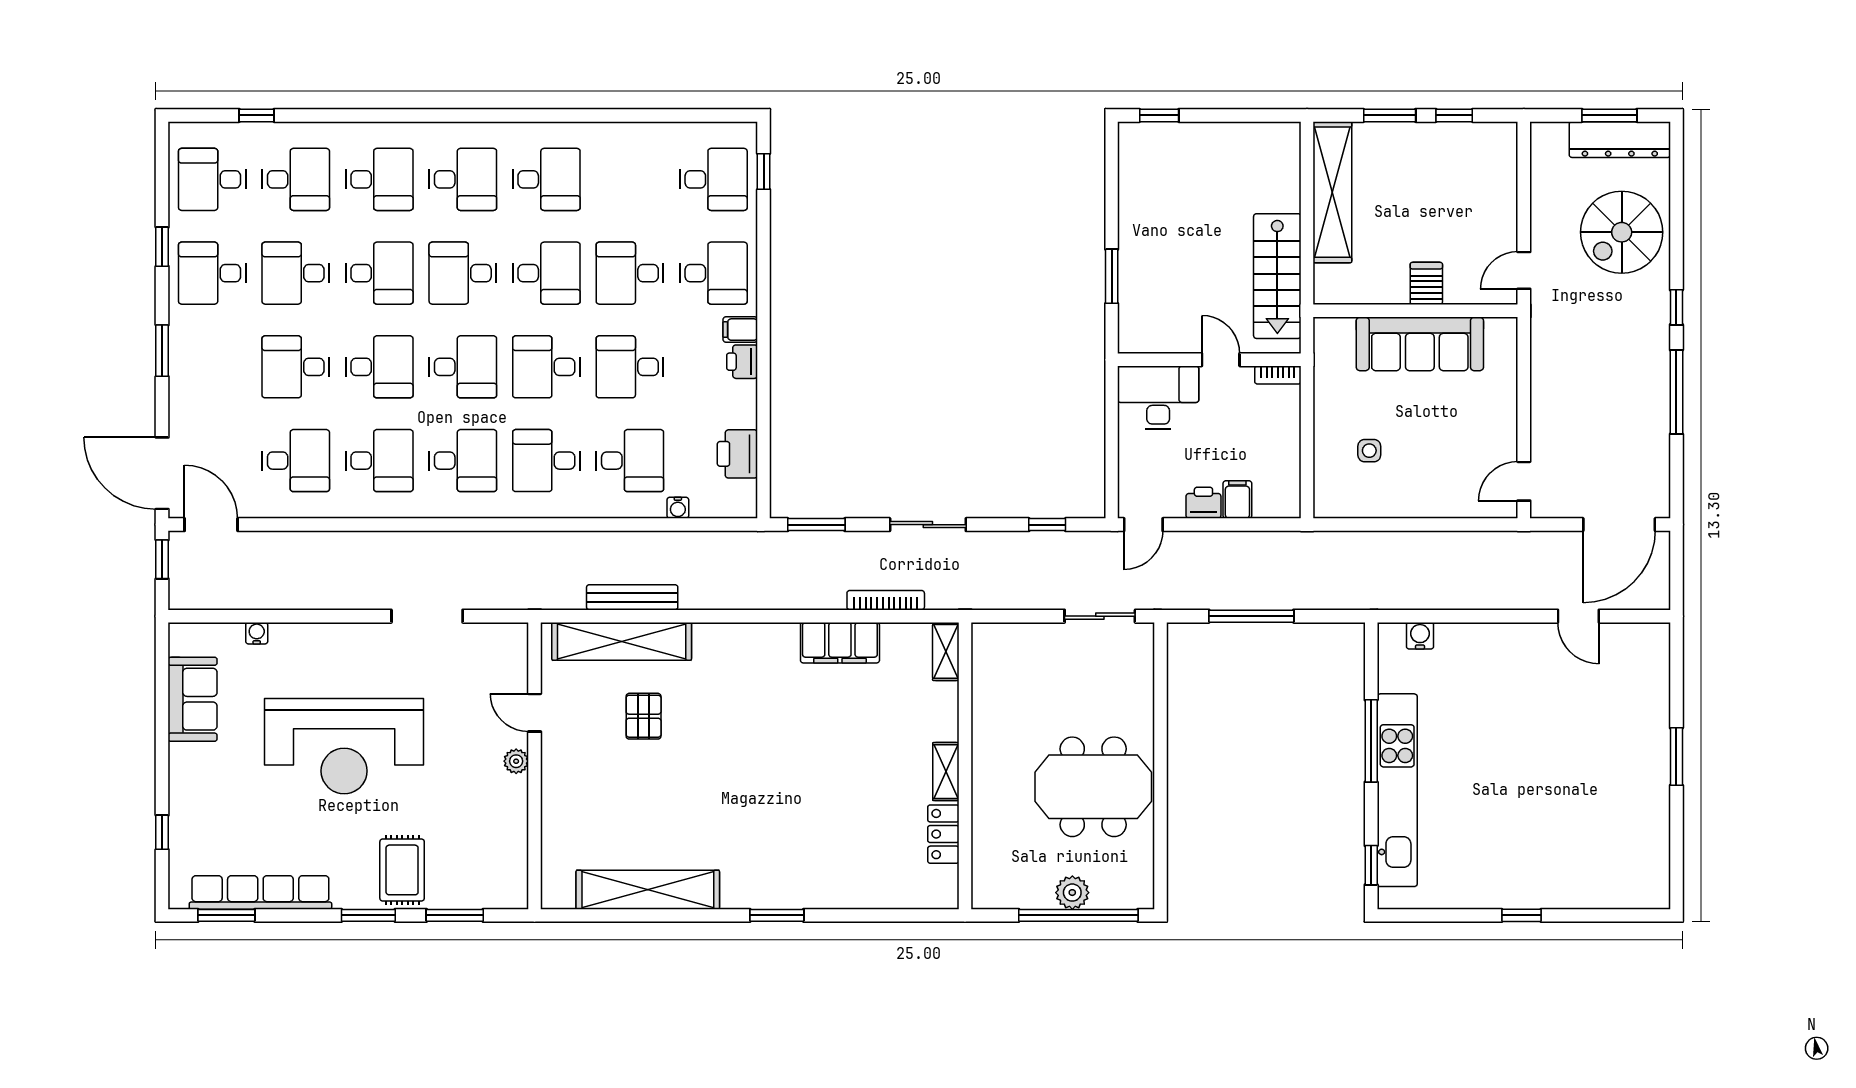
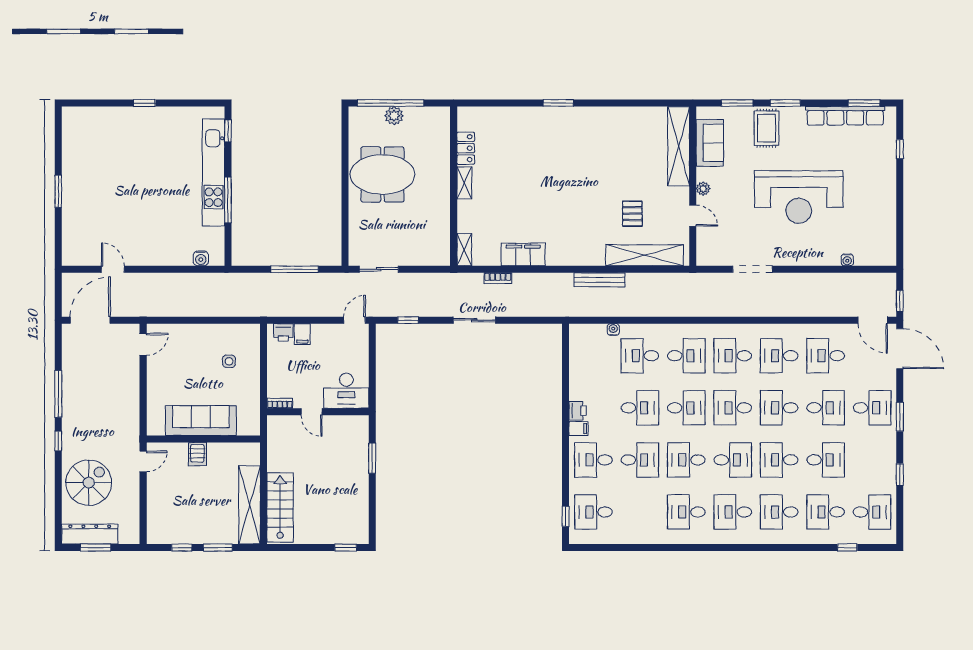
desk: (212, 273) -> (872, 408), moved
stairs: (1277, 276) -> (280, 507), moved
printer: (737, 454) -> (580, 359), removed
printer: (1203, 503) -> (283, 332), moved
window: (816, 525) -> (536, 320), removed
bench: (632, 597) -> (599, 280), moved
bookcase: (886, 600) -> (498, 278), width x0.64
sofa: (193, 699) -> (710, 143), moved, turned 180
reception desk: (344, 746) -> (799, 197), turned 180
shelving: (648, 890) -> (679, 146), moved, turned 90

